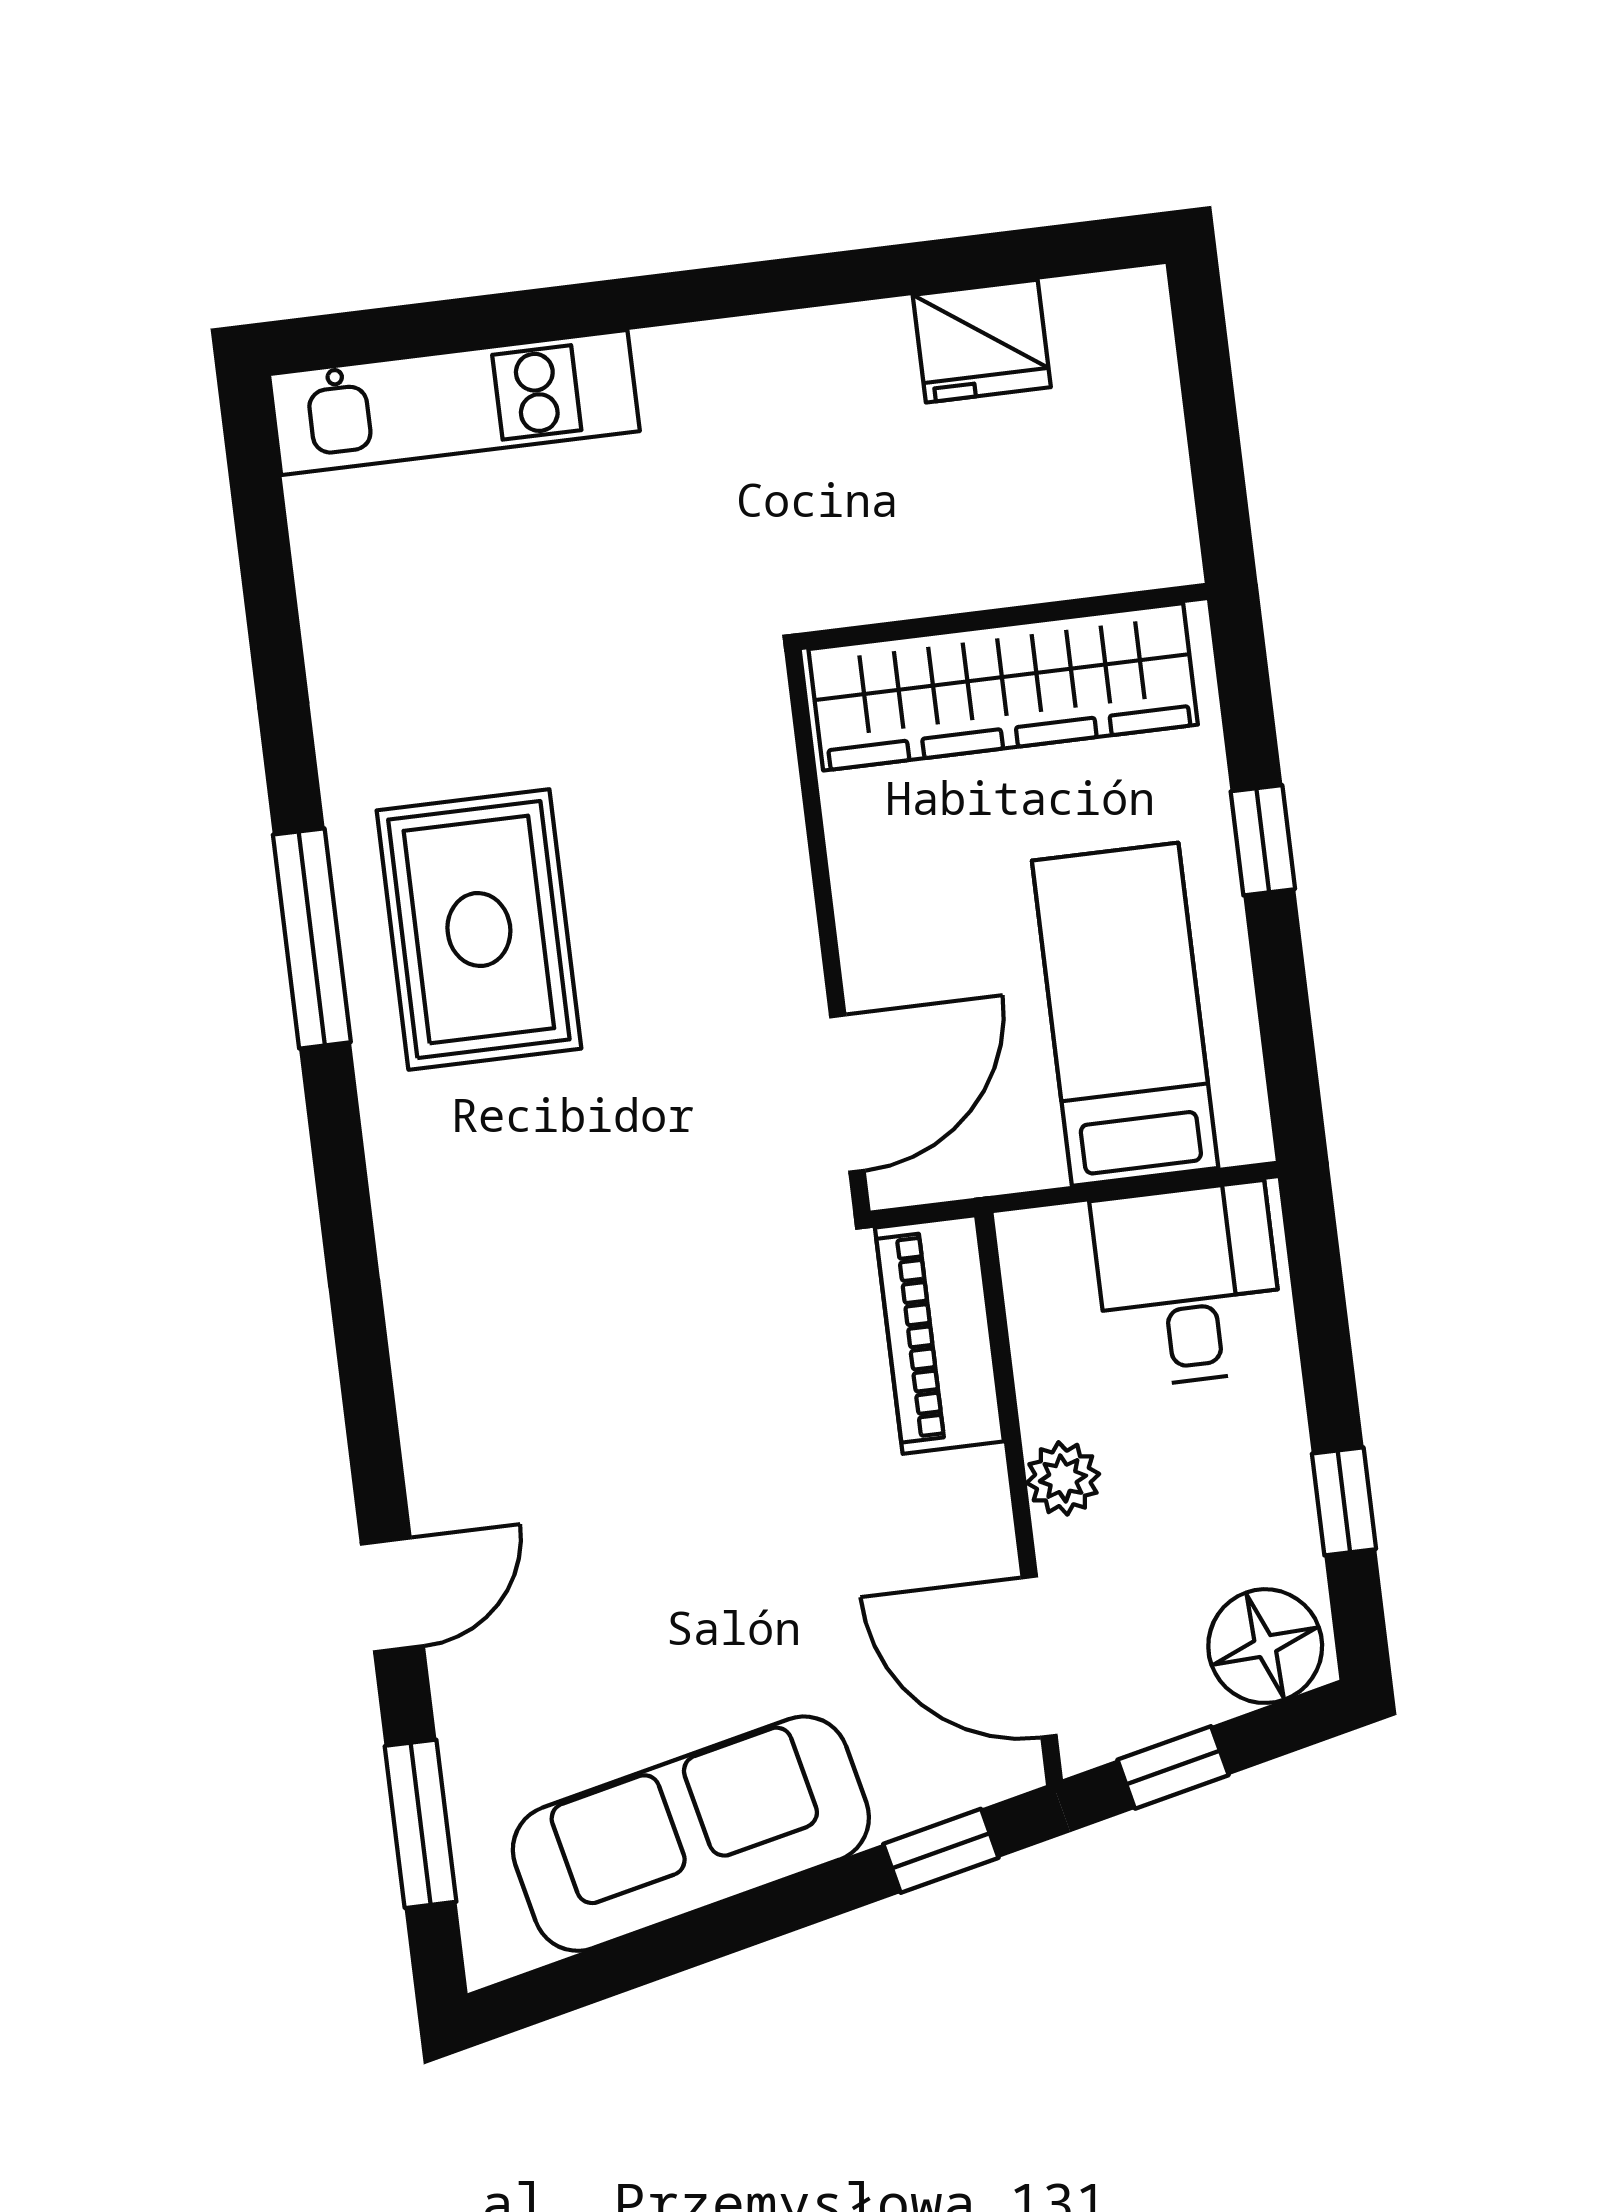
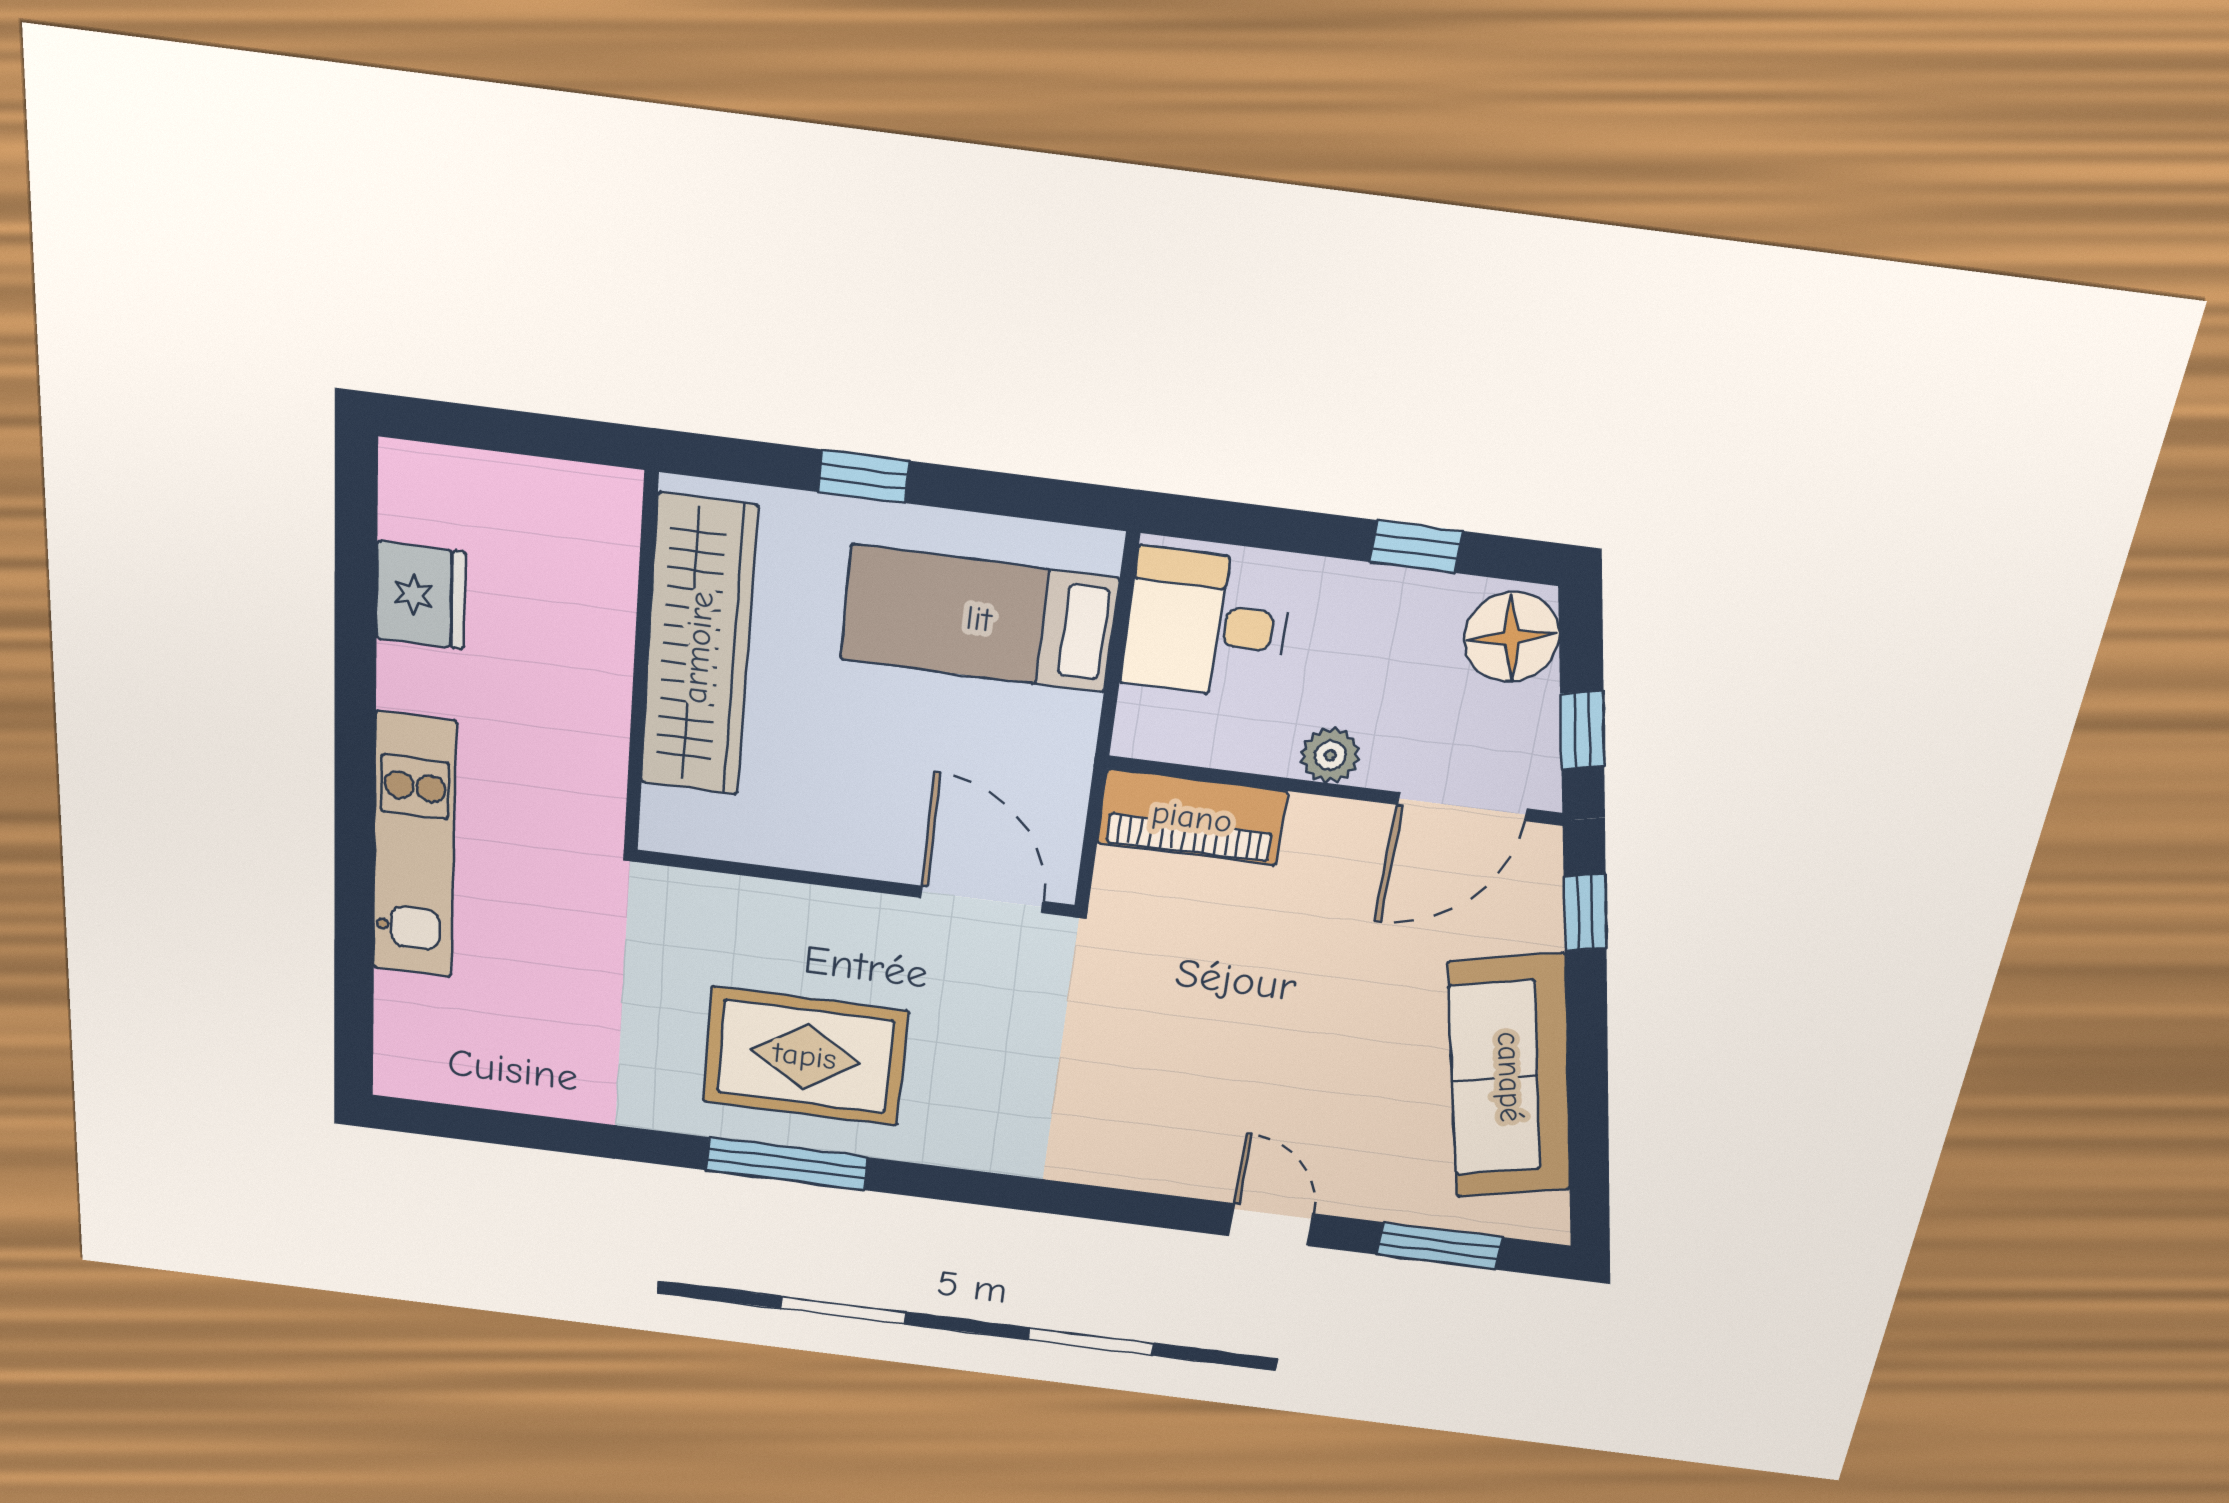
kitchen unit: (454, 403) -> (414, 847), moved
wall: (827, 931) -> (856, 883), moved
door: (847, 1094) -> (982, 899), moved

